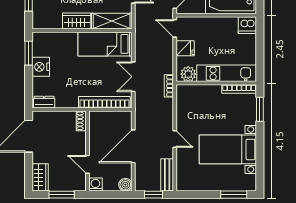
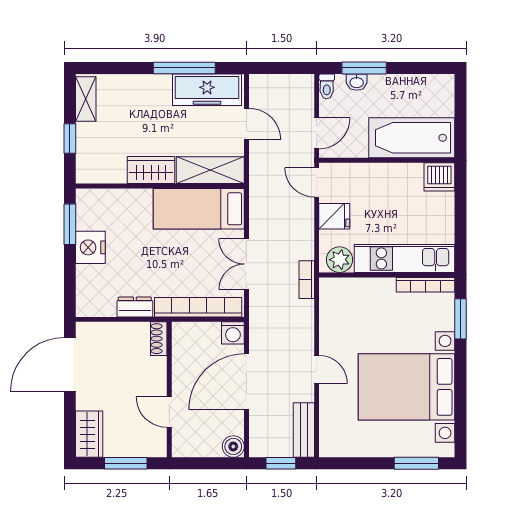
dresser: (44, 102) -> (135, 307), moved
bed with nightstands: (228, 149) -> (406, 387), width x1.36
washing machine: (95, 185) -> (233, 333), moved, turned 180

